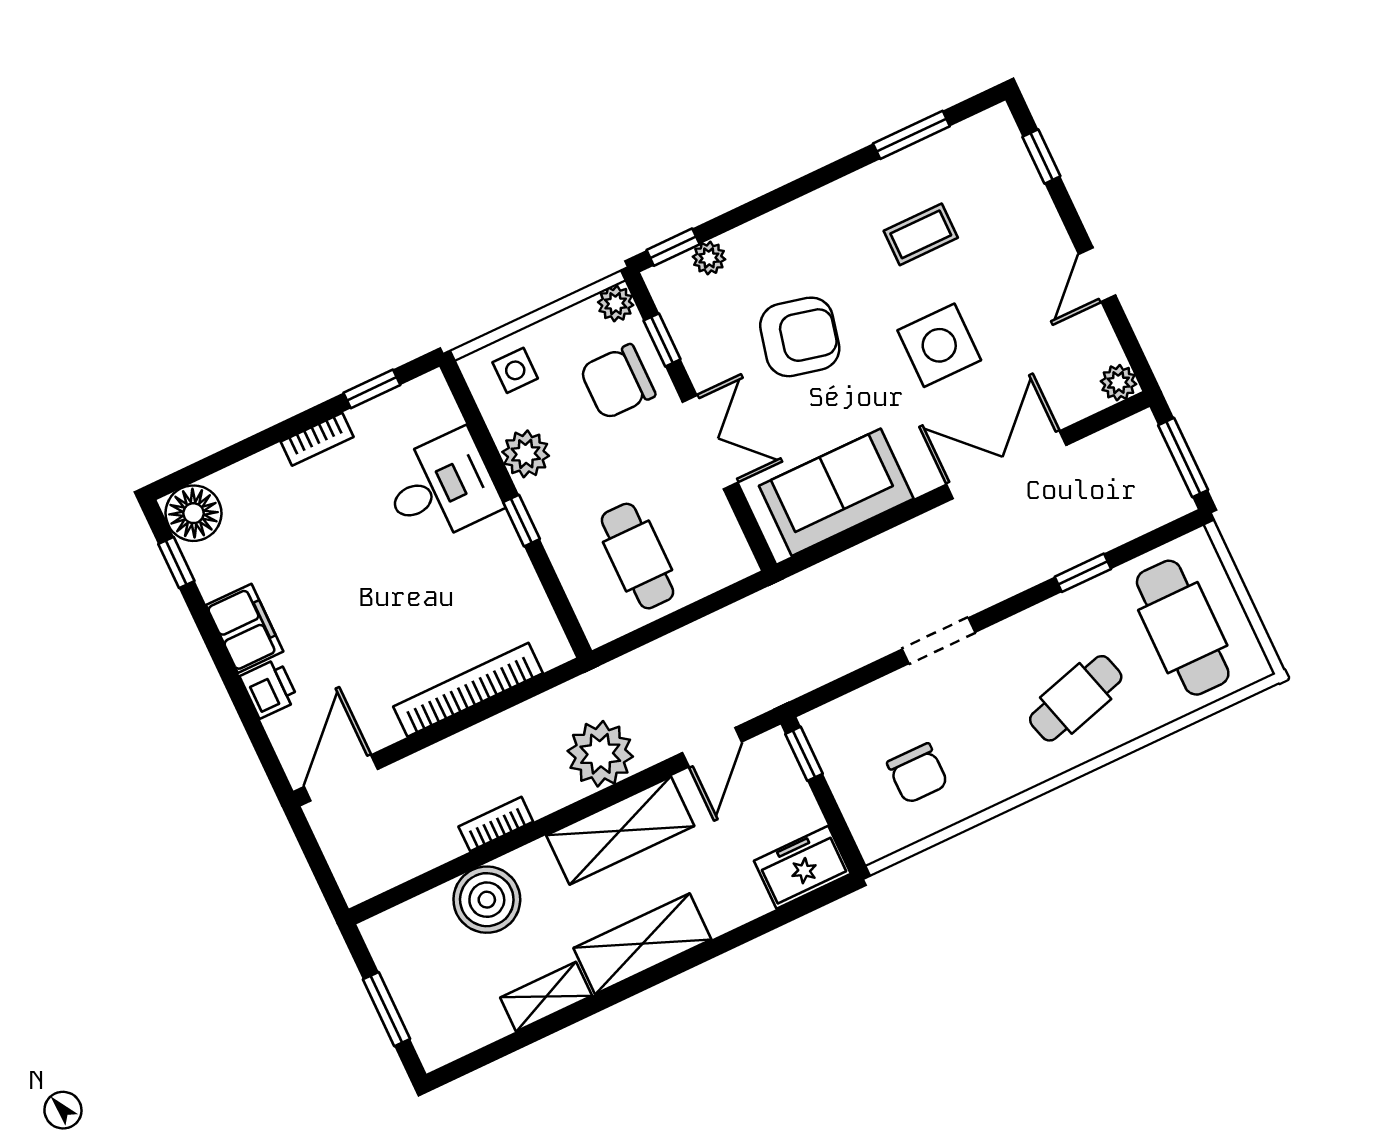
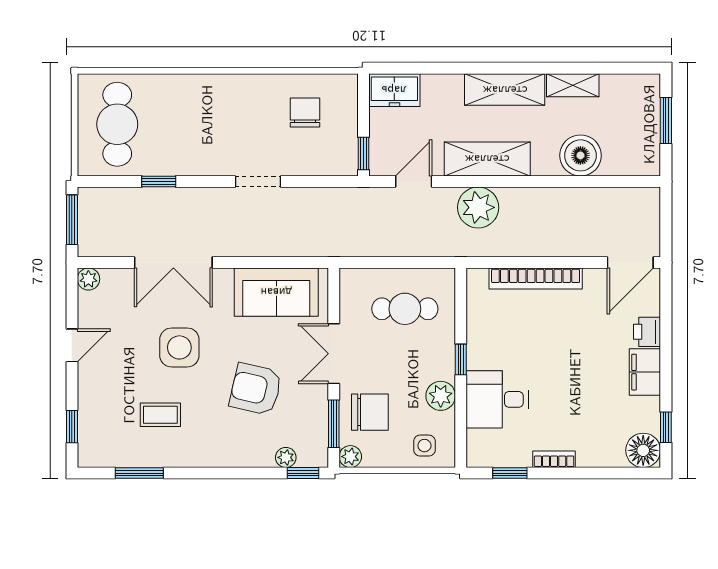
window: (662, 340) -> (334, 424), width x1.50
cafe table: (637, 556) -> (405, 309), turned 90
cafe table: (1076, 698) -> (196, 113), removed
bookcase: (496, 824) -> (555, 196), removed

